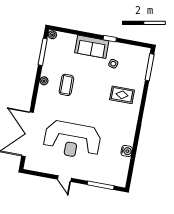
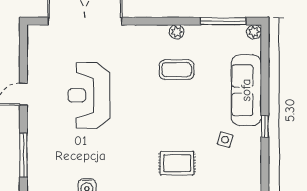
sofa: (92, 47) -> (246, 90), width x1.36
rug: (122, 95) -> (177, 163), turned 90
reception desk: (72, 140) -> (89, 95), width x0.74, depth x0.77

